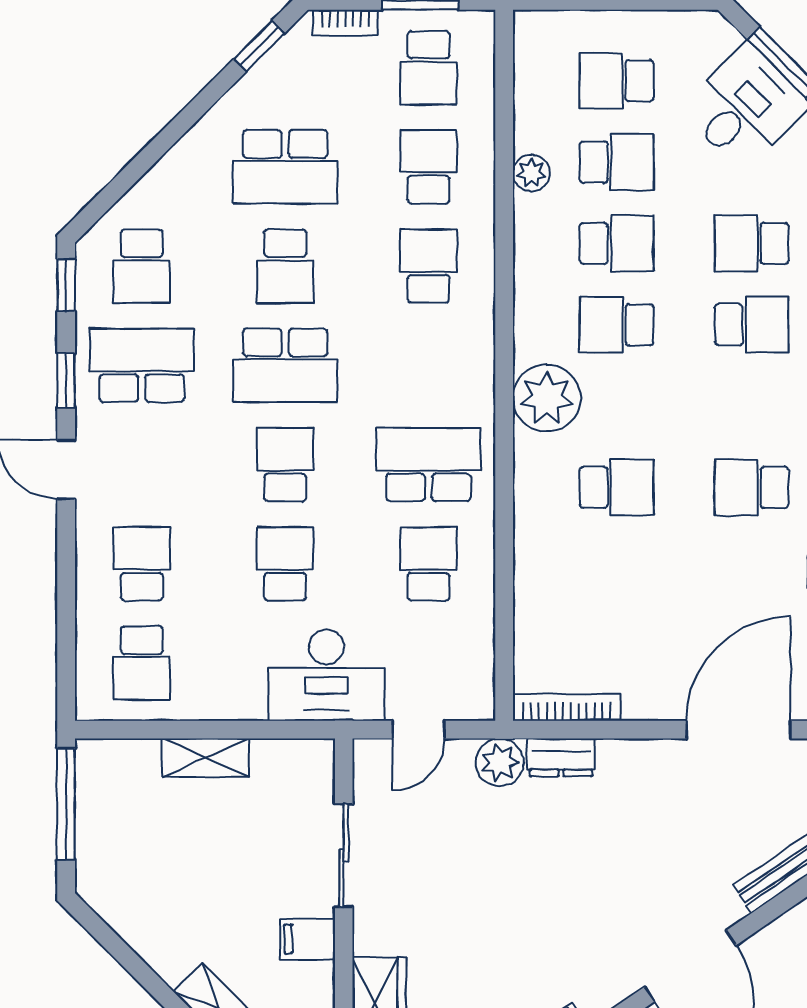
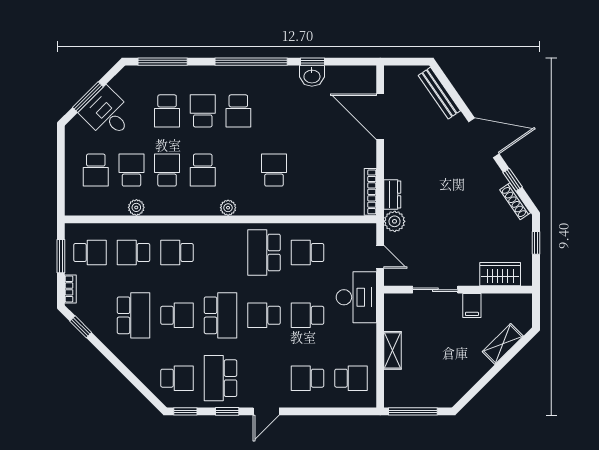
plant: (547, 398) -> (228, 208), width x0.53, depth x0.53
school desk: (752, 487) -> (238, 111), moved

